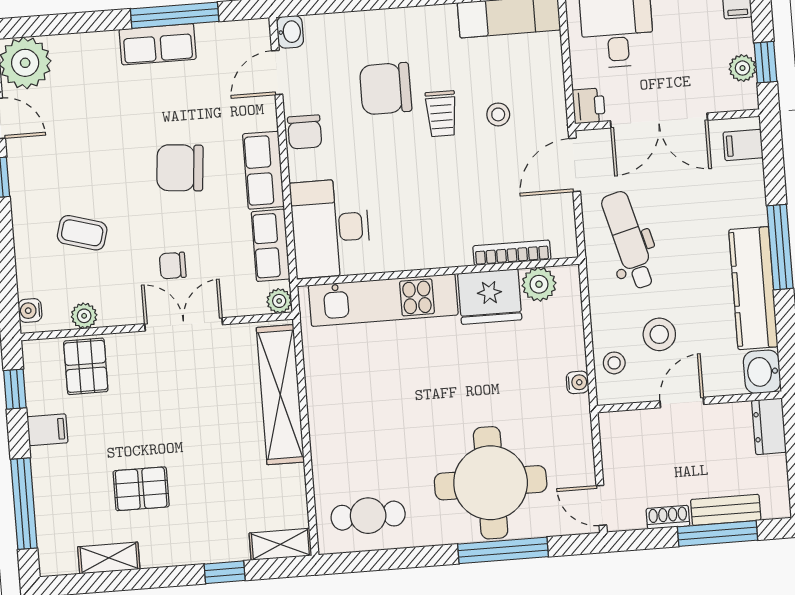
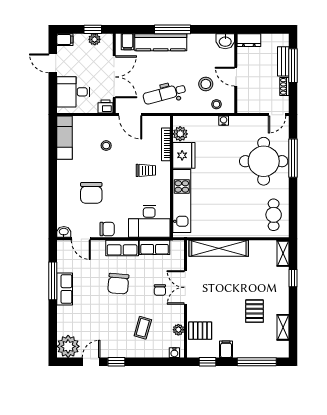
trolley: (441, 114) -> (146, 170), moved
kitchen counter: (753, 288) -> (161, 42), moved
plant: (279, 301) -> (179, 246), removed

